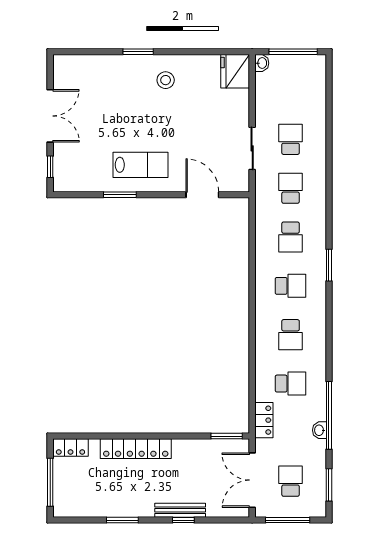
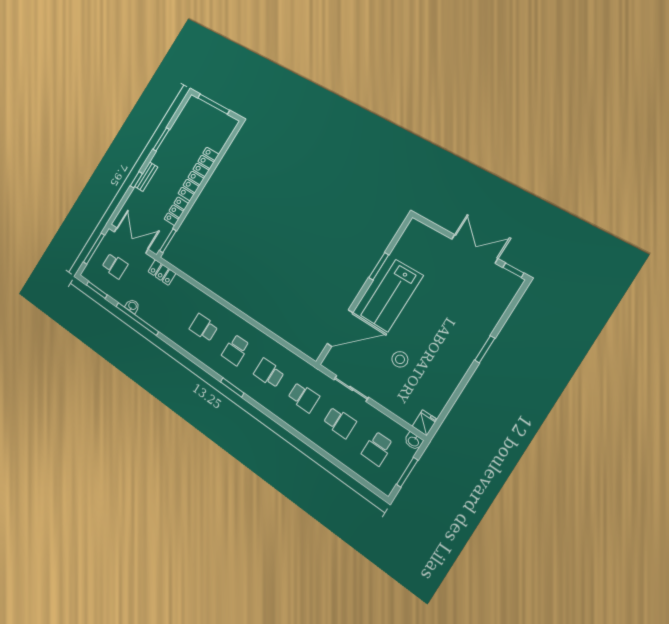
window: (293, 52) -> (407, 472), width x0.69
fridge: (235, 71) -> (425, 423), width x0.53, depth x0.75
stool: (166, 80) -> (400, 359), moved
double door: (50, 116) -> (475, 249), swing flipped
lab bench: (141, 165) -> (392, 296), width x1.36, depth x1.39
window: (50, 167) -> (513, 270), moved
door: (202, 195) -> (340, 328), width x1.36
school desk: (291, 384) -> (377, 449), moved
locker: (70, 448) -> (176, 211), moved
bench: (180, 510) -> (146, 177), width x0.73

